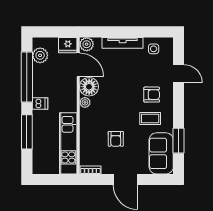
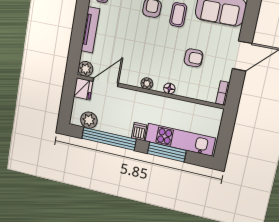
floor lamp: (89, 87) -> (169, 89), moved, width x0.53, depth x0.53
kitchen unit: (68, 143) -> (180, 140), moved, turned 180

